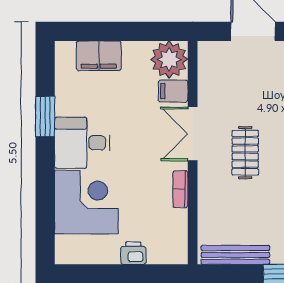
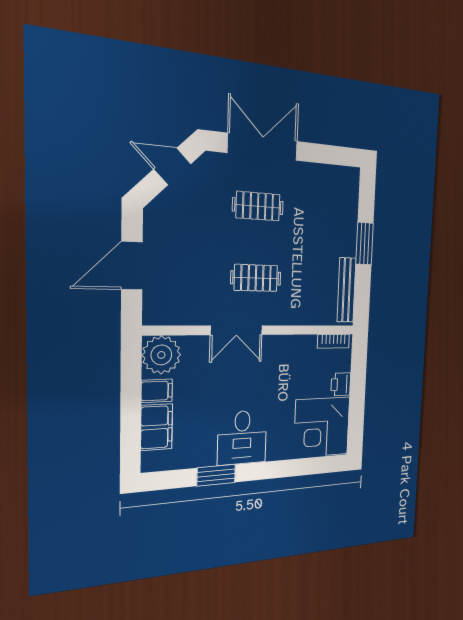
filing cabinet: (173, 91) -> (157, 391), moved, turned -90
bookcase: (180, 189) -> (333, 341), moved
corner desk: (86, 202) -> (322, 427), moved, turned -90

